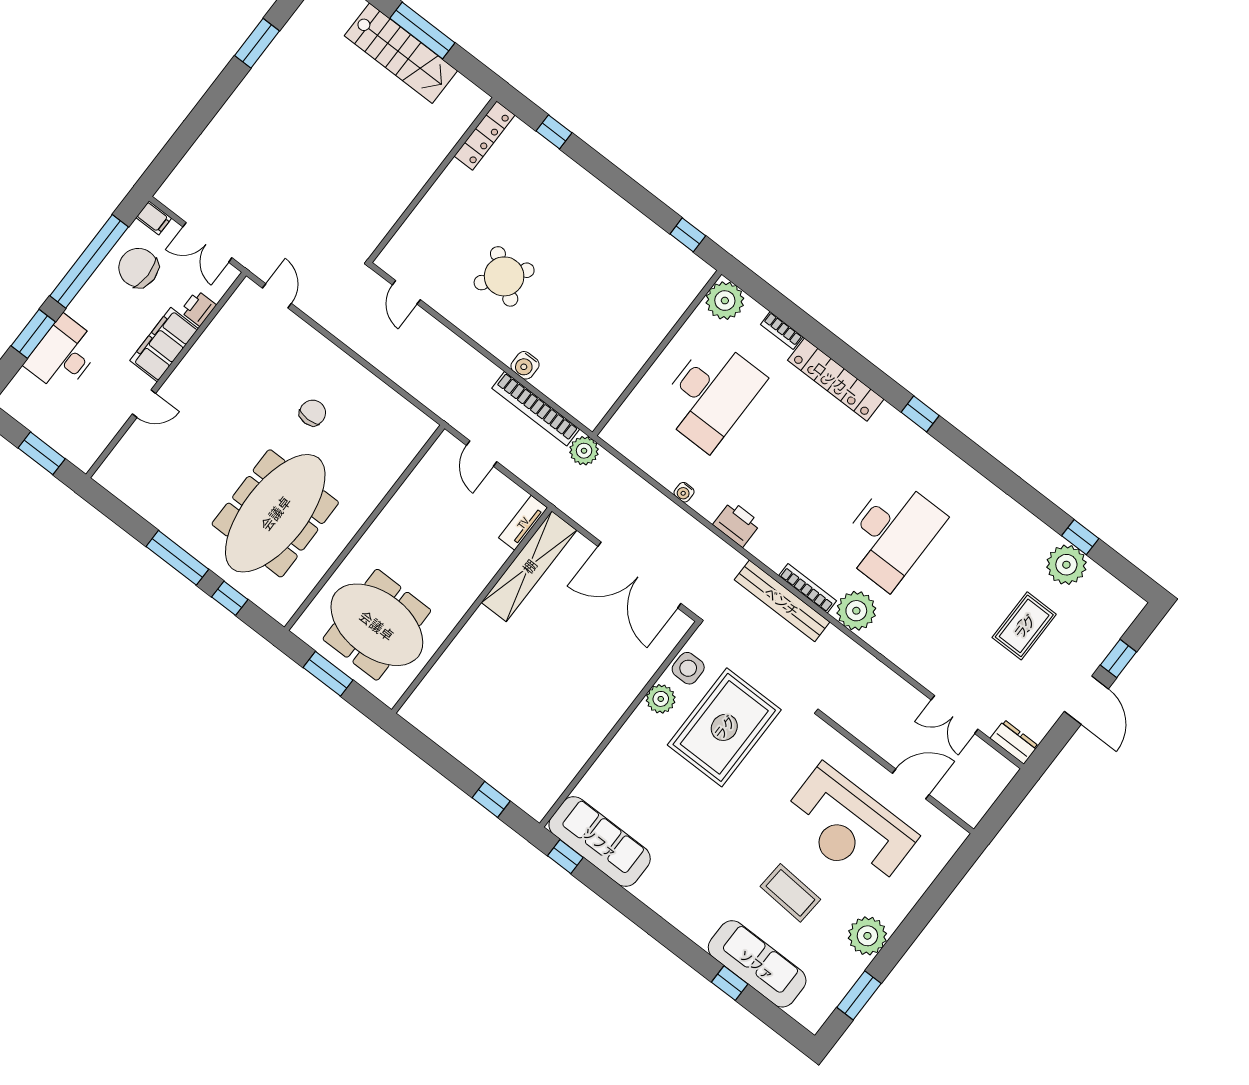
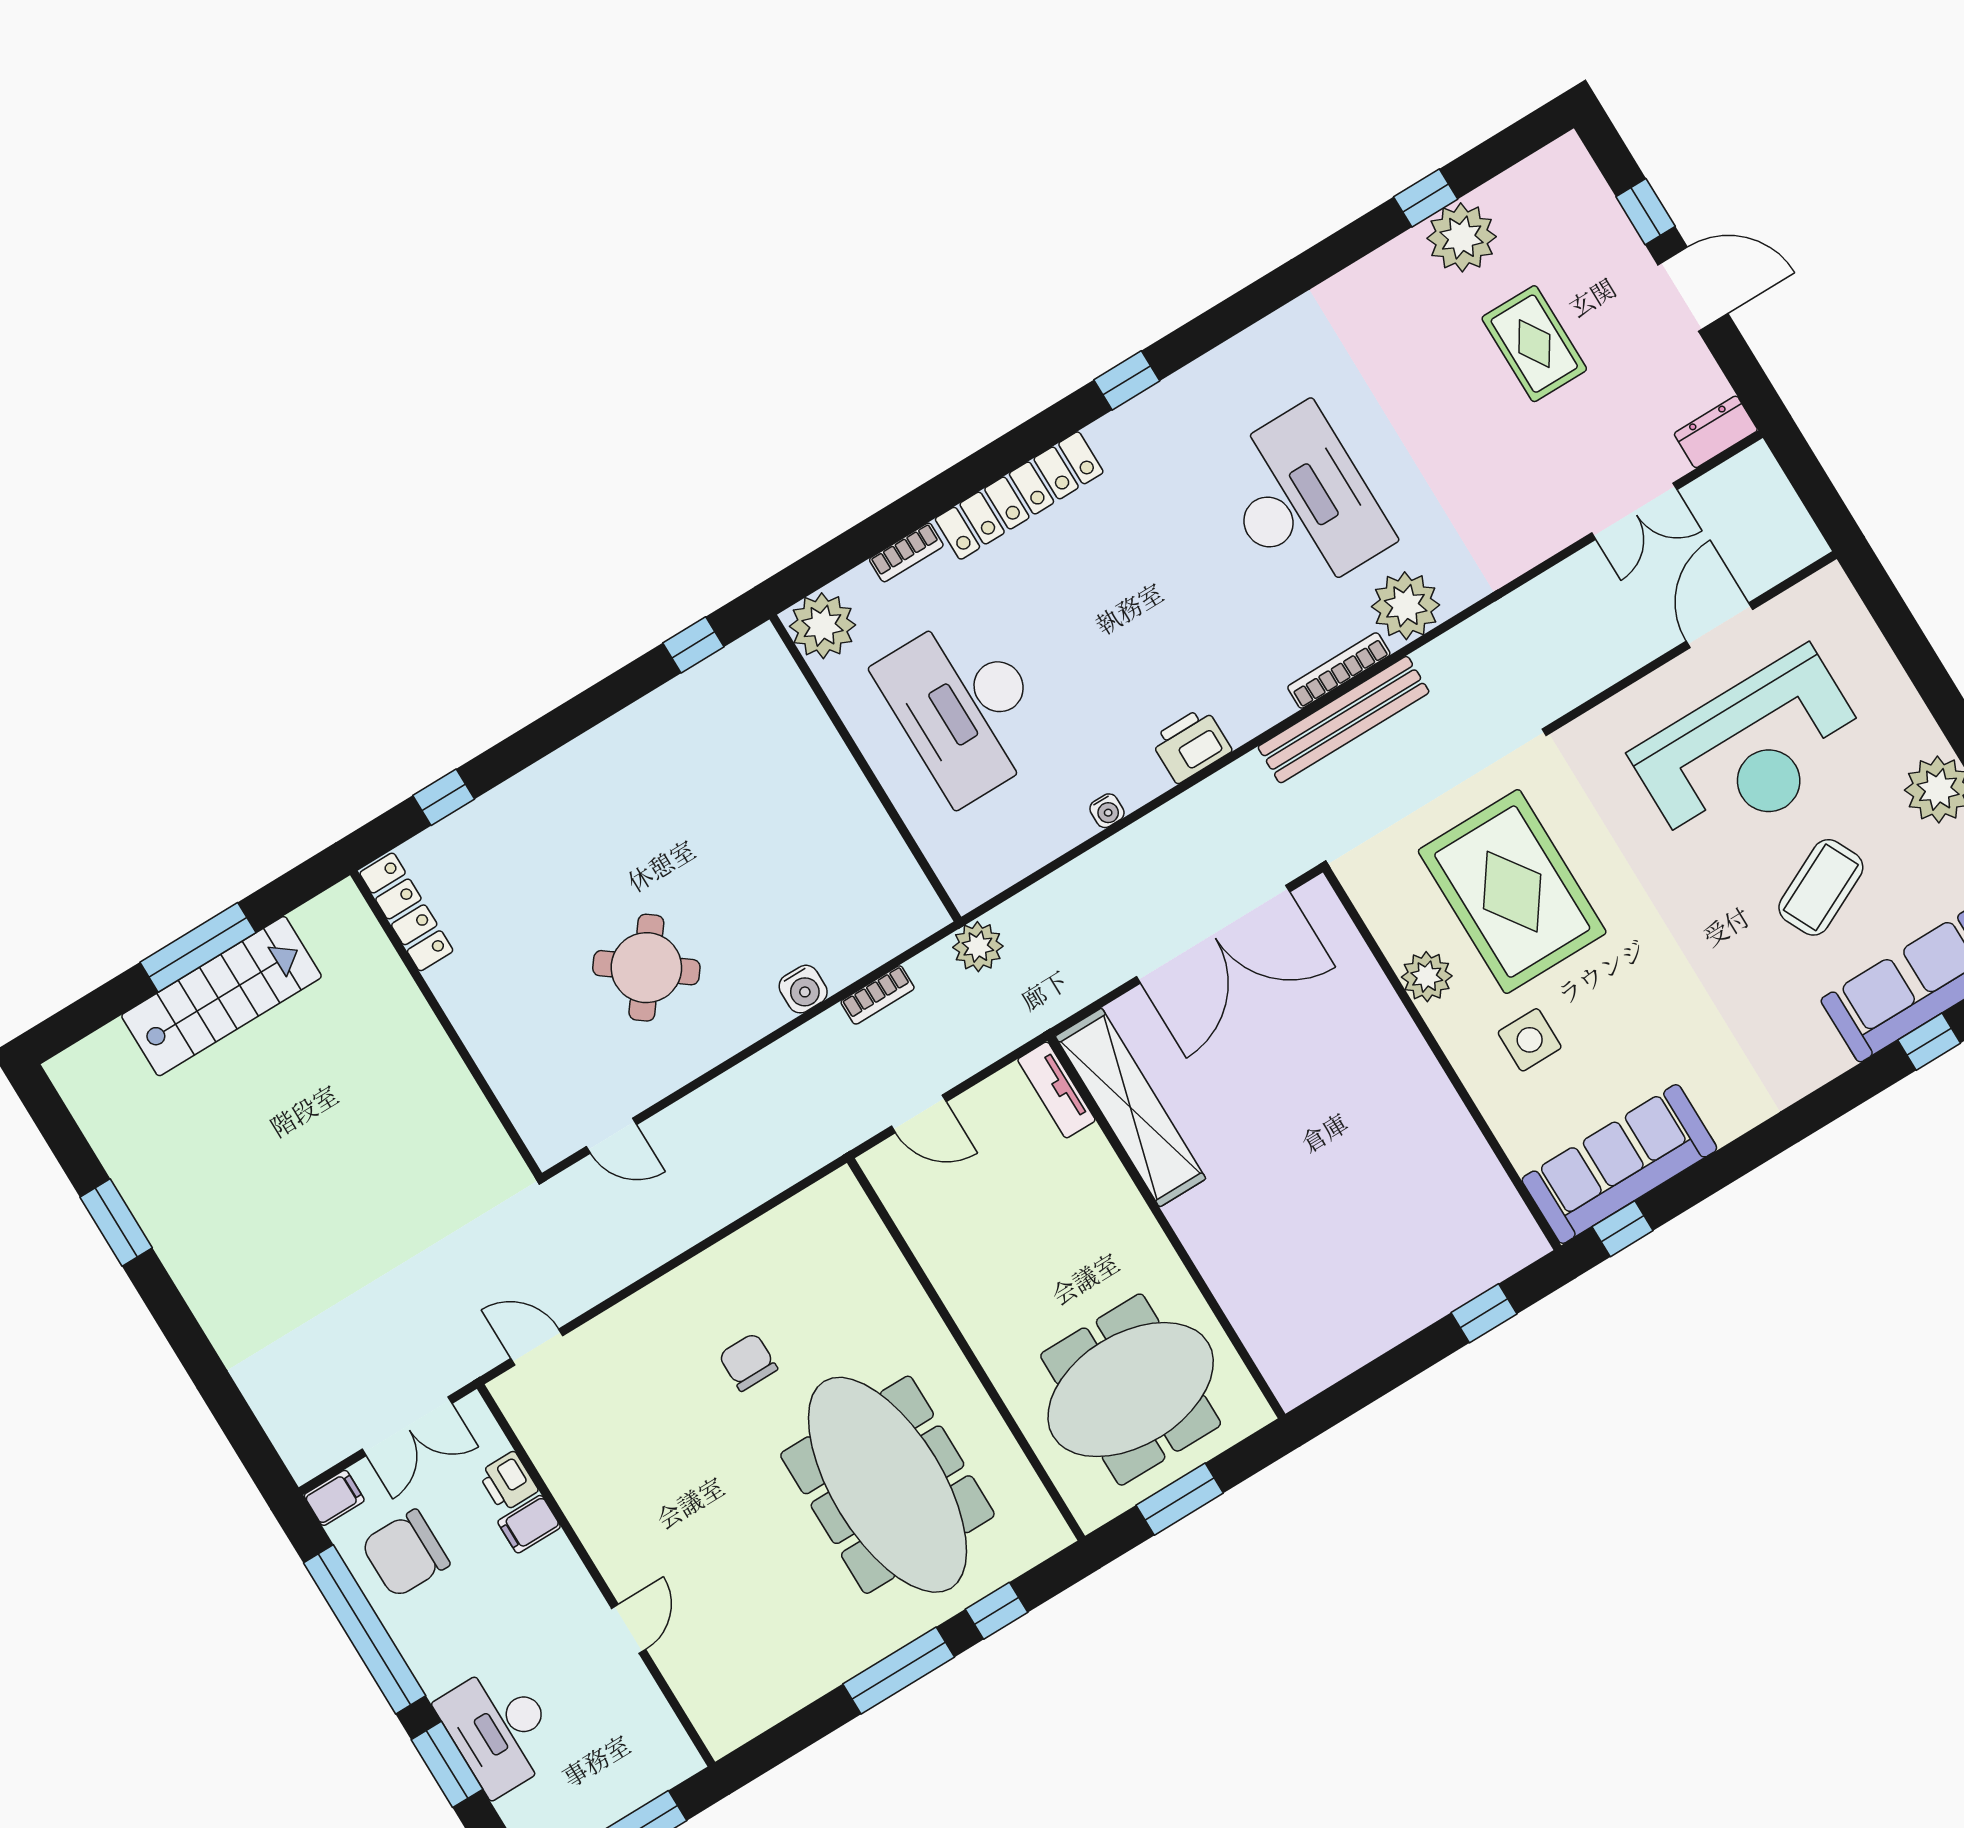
filing cabinet: (164, 345) -> (529, 1524), width x0.33, depth x0.86
desk: (710, 394) -> (965, 707), turned 180
bookcase: (536, 409) -> (878, 995), width x0.43, depth x0.76
side table: (688, 668) -> (1530, 1040), moved
coffee table: (790, 893) -> (1821, 887), turned -30

